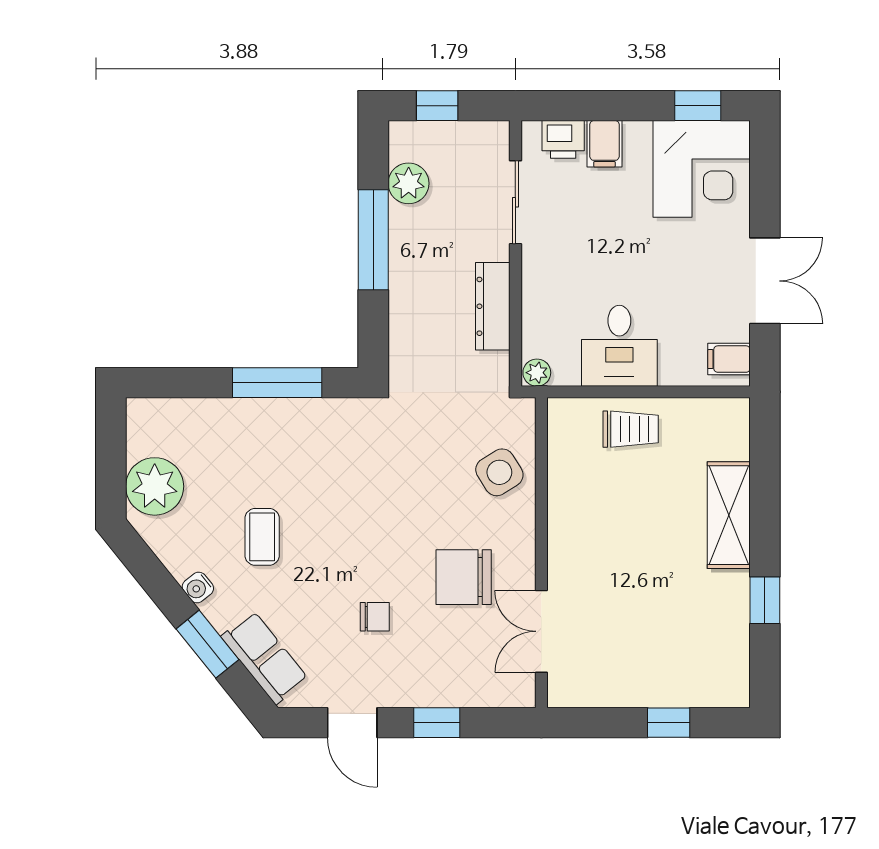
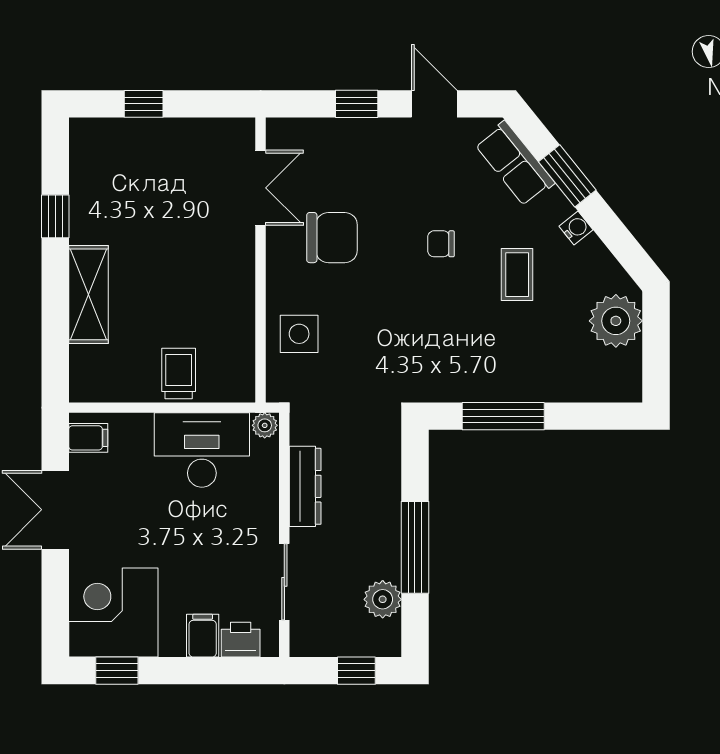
desk: (619, 346) -> (202, 450), width x1.37
trolley: (631, 429) -> (179, 374), turned 90
side table: (499, 472) -> (299, 334), turned 32
chair: (375, 617) -> (441, 244), moved

